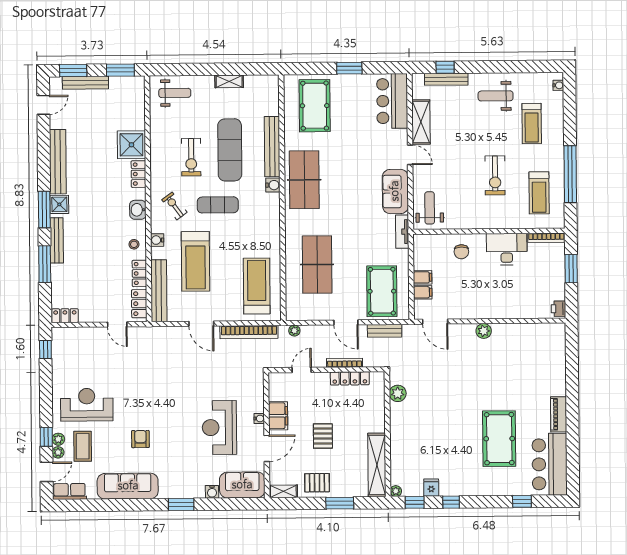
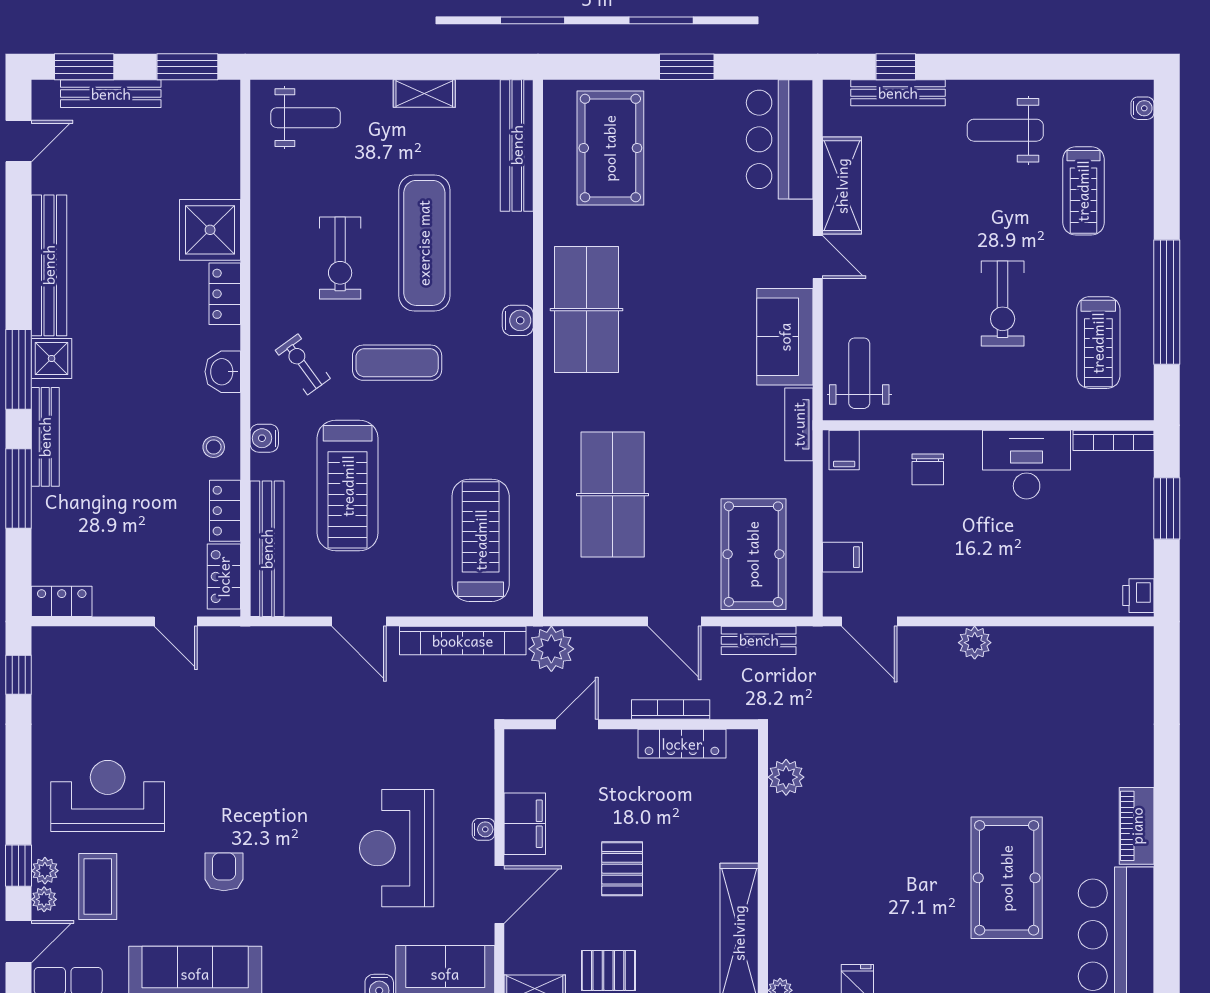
bench: (272, 147) -> (517, 145), moved
filing cabinet: (423, 277) -> (844, 450), moved, turned 90
plant: (294, 331) -> (551, 649), width x1.87, depth x1.87

